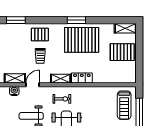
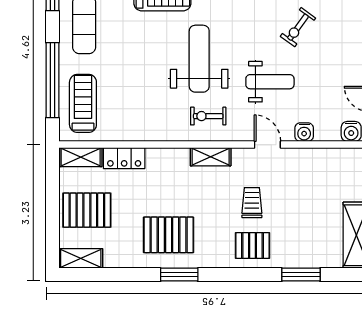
pallet: (82, 40) -> (169, 235), width x0.73, depth x0.71
shelving: (15, 78) -> (81, 157), moved
locker: (82, 78) -> (124, 158), moved
door: (32, 85) -> (267, 145), swing flipped

